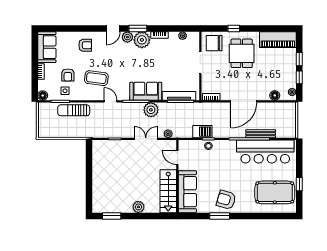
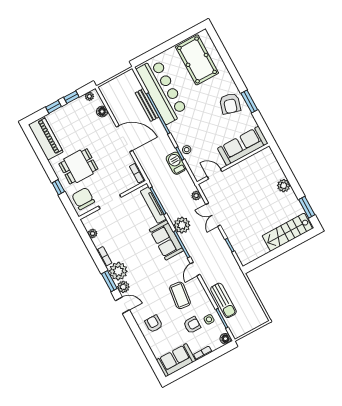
chair: (214, 43) -> (83, 199), turned 180
door: (177, 158) -> (215, 174), swing flipped
window: (299, 184) -> (176, 40), removed
stairs: (168, 191) -> (287, 232), moved, turned 180

